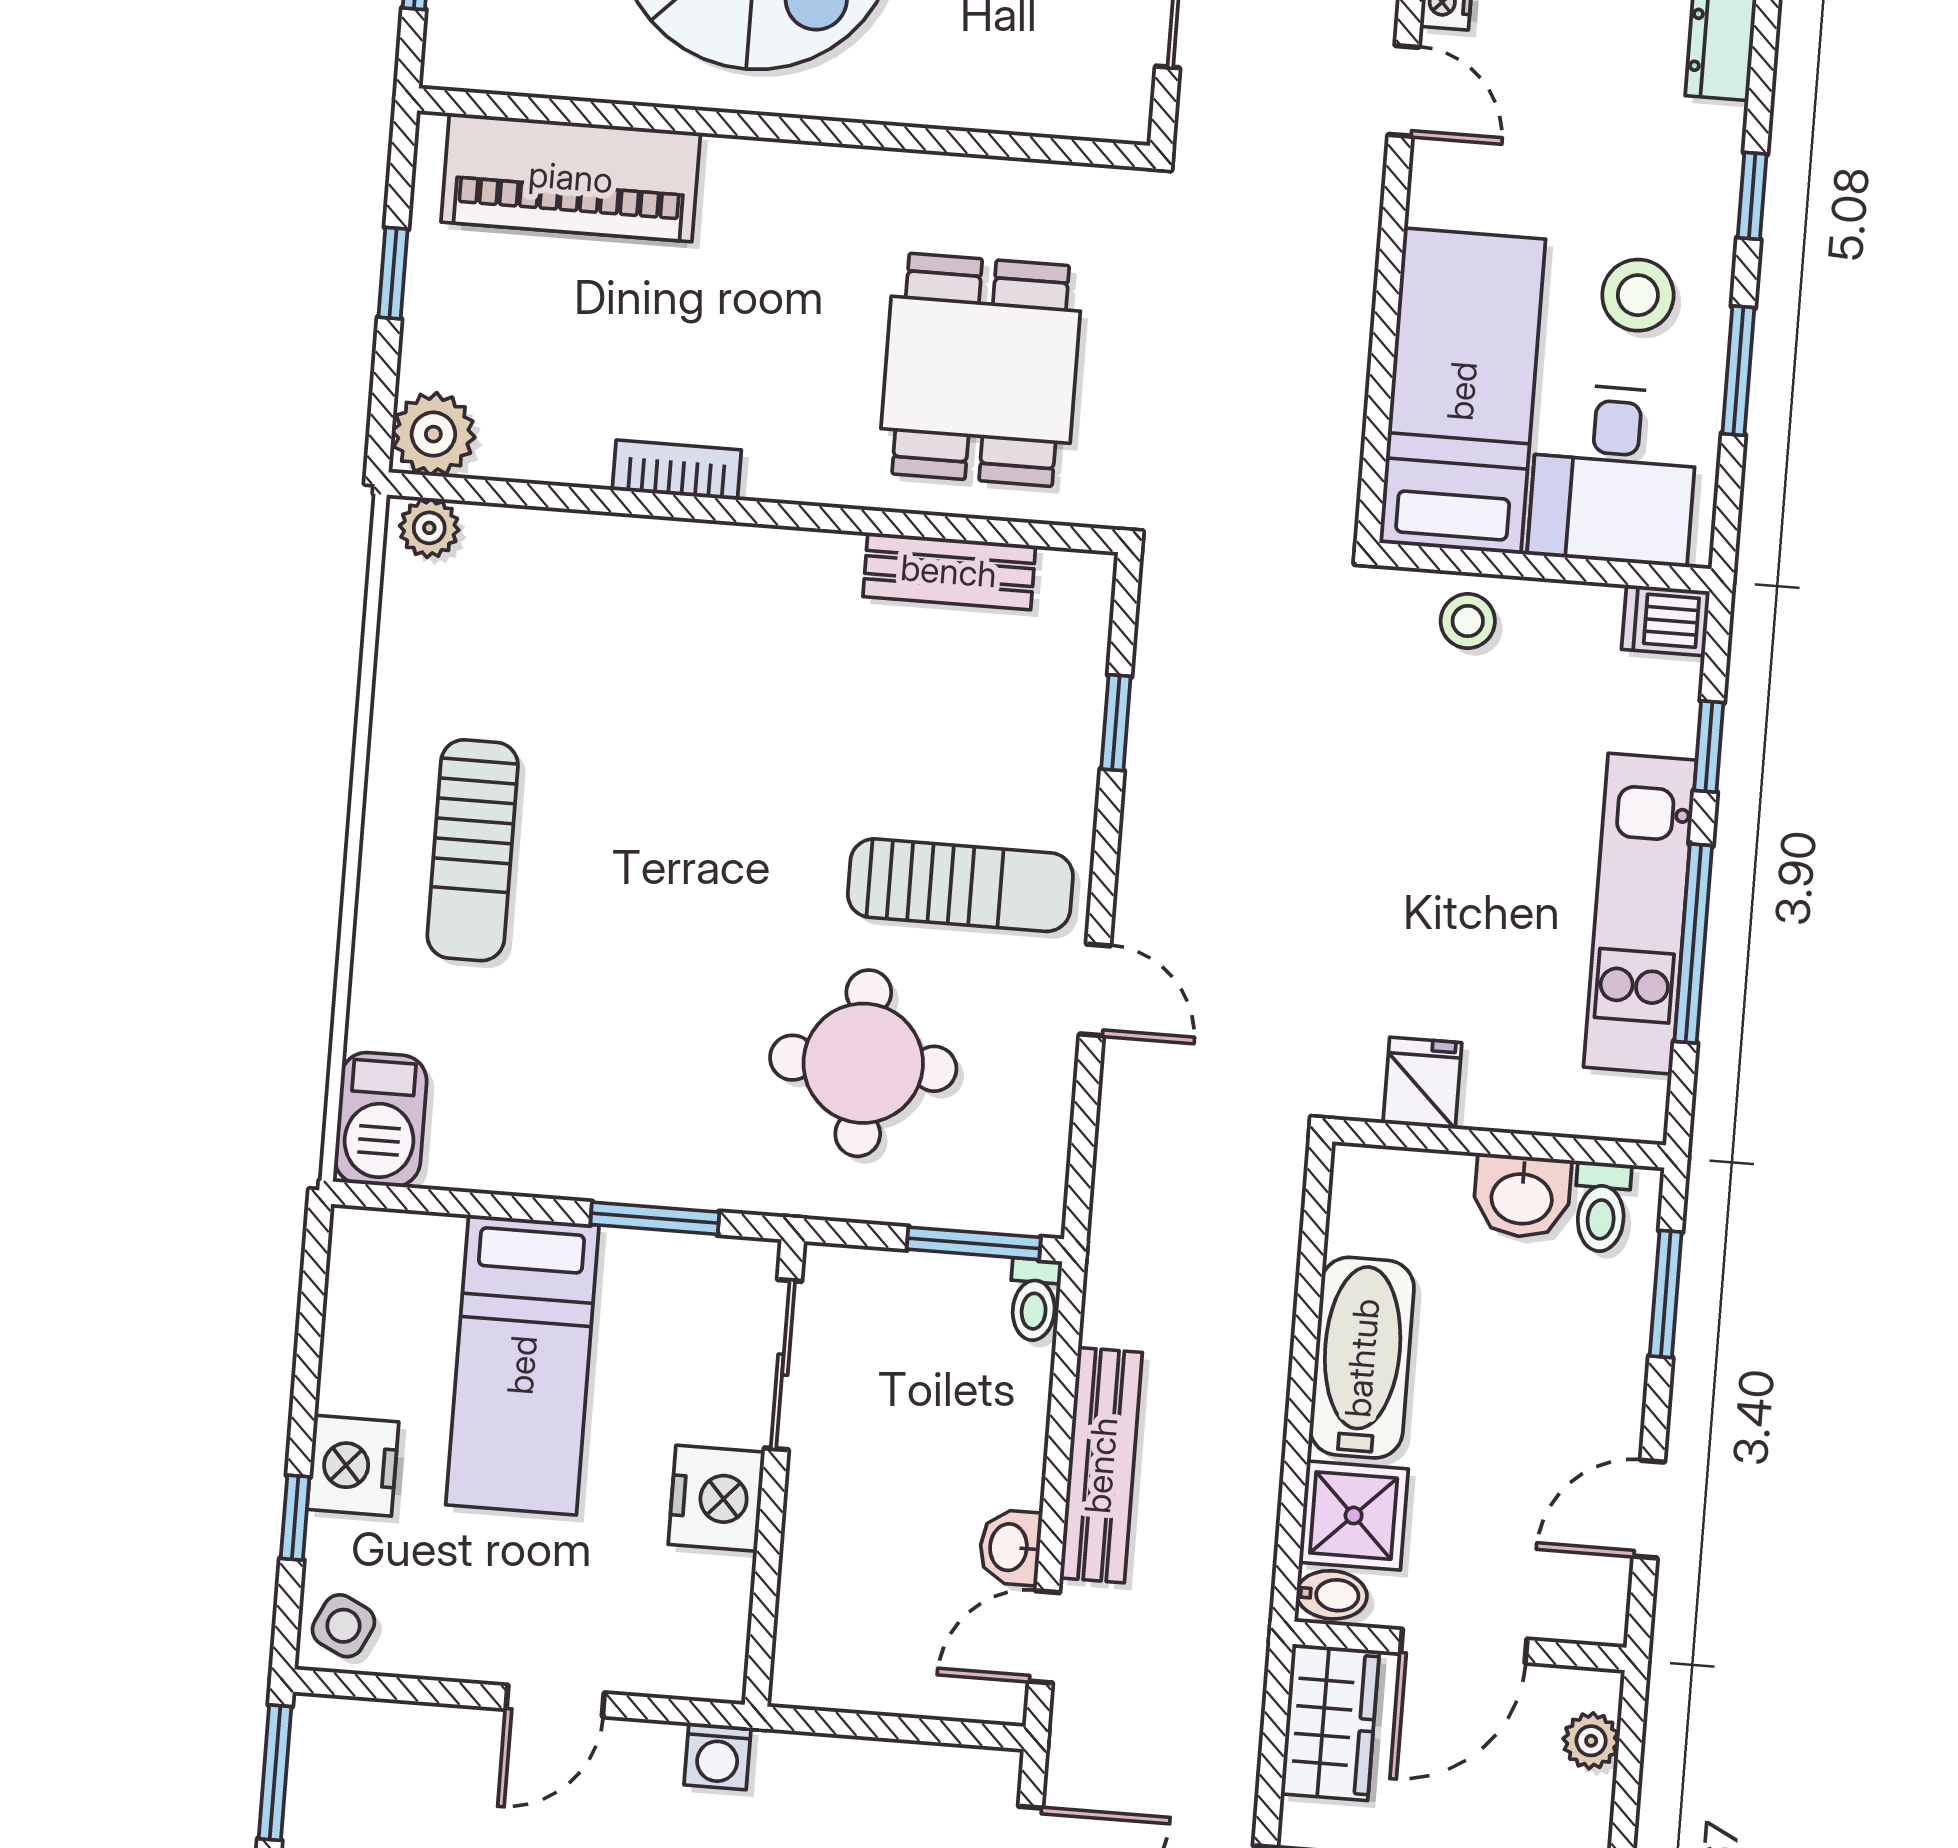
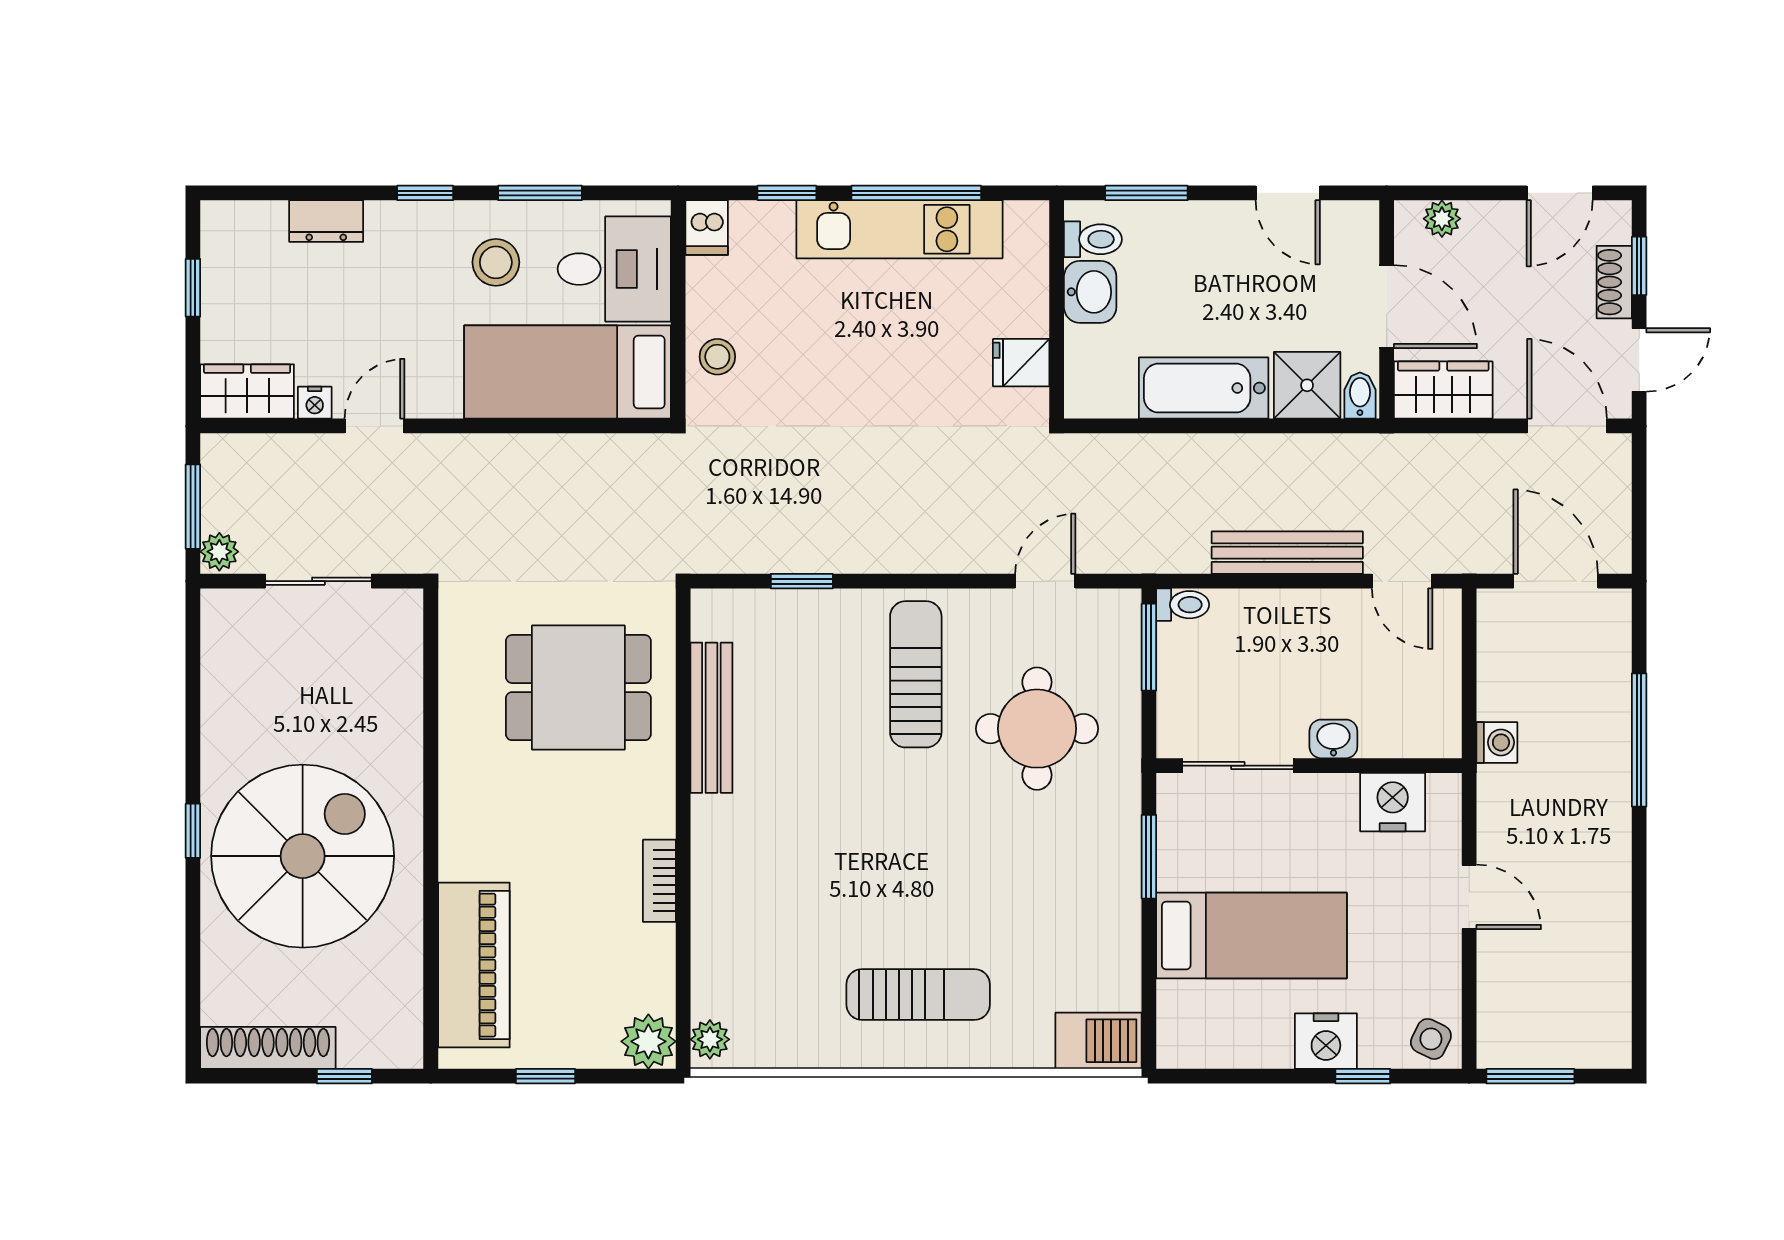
bench: (949, 571) -> (711, 718), width x1.36
door: (1095, 990) -> (1045, 581), moved
nightstand: (716, 1498) -> (1393, 802), moved
washbasin: (1010, 1547) -> (1333, 739), moved, turned 180
washing machine: (718, 1756) -> (1497, 742), moved

